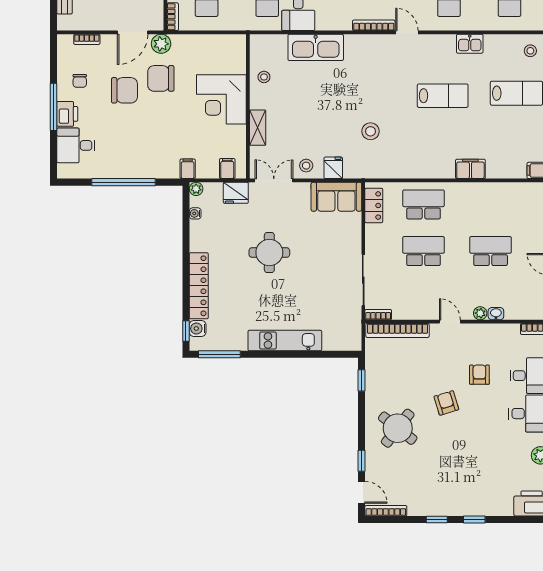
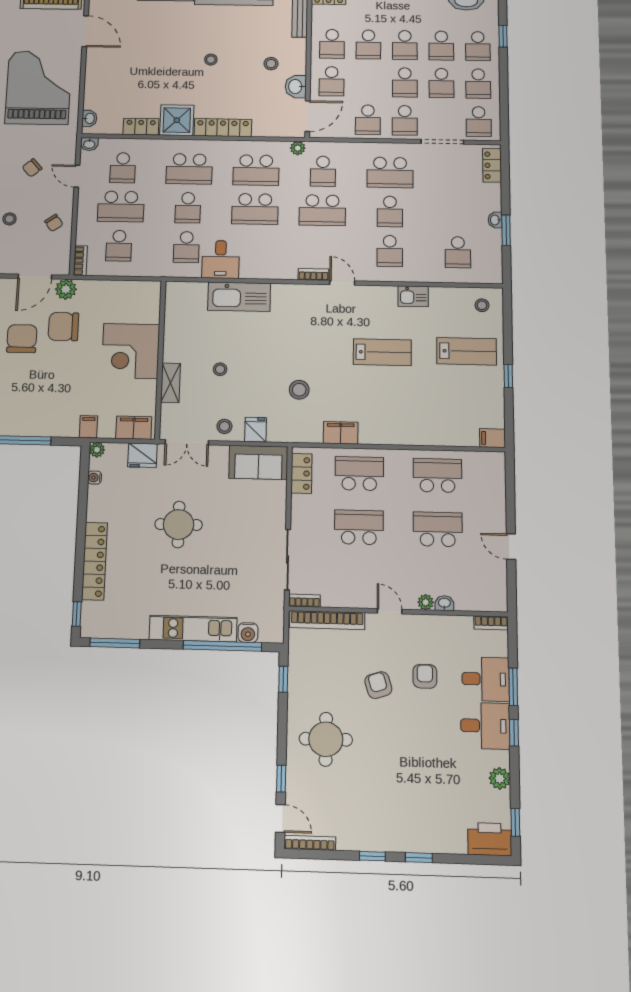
bookcase: (374, 25) -> (313, 274), width x0.64
stool: (264, 77) -> (220, 369), moved
chair: (124, 90) -> (22, 339), turned -90
filing cabinet: (227, 169) -> (134, 428), width x2.00
filing cabinet: (470, 169) -> (341, 433), moved
double door: (274, 180) -> (187, 442), swing flipped
school desk: (491, 204) -> (437, 475), added
water cooler: (198, 328) -> (248, 633), moved, turned -90
window: (310, 354) -> (222, 646), added
armchair: (446, 403) -> (378, 685), moved
round table: (398, 428) -> (326, 739), turned -38

